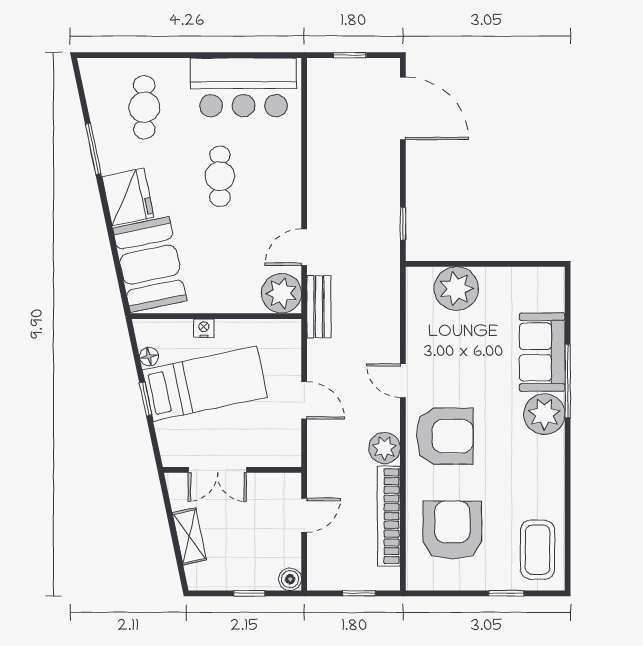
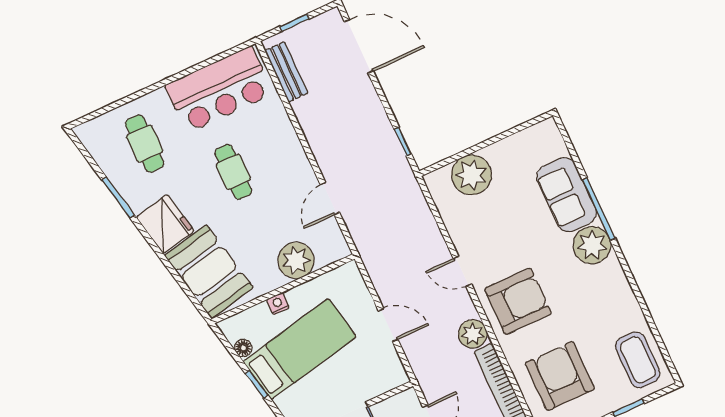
plant: (281, 293) -> (296, 260), moved
bench: (319, 307) -> (286, 72), moved

